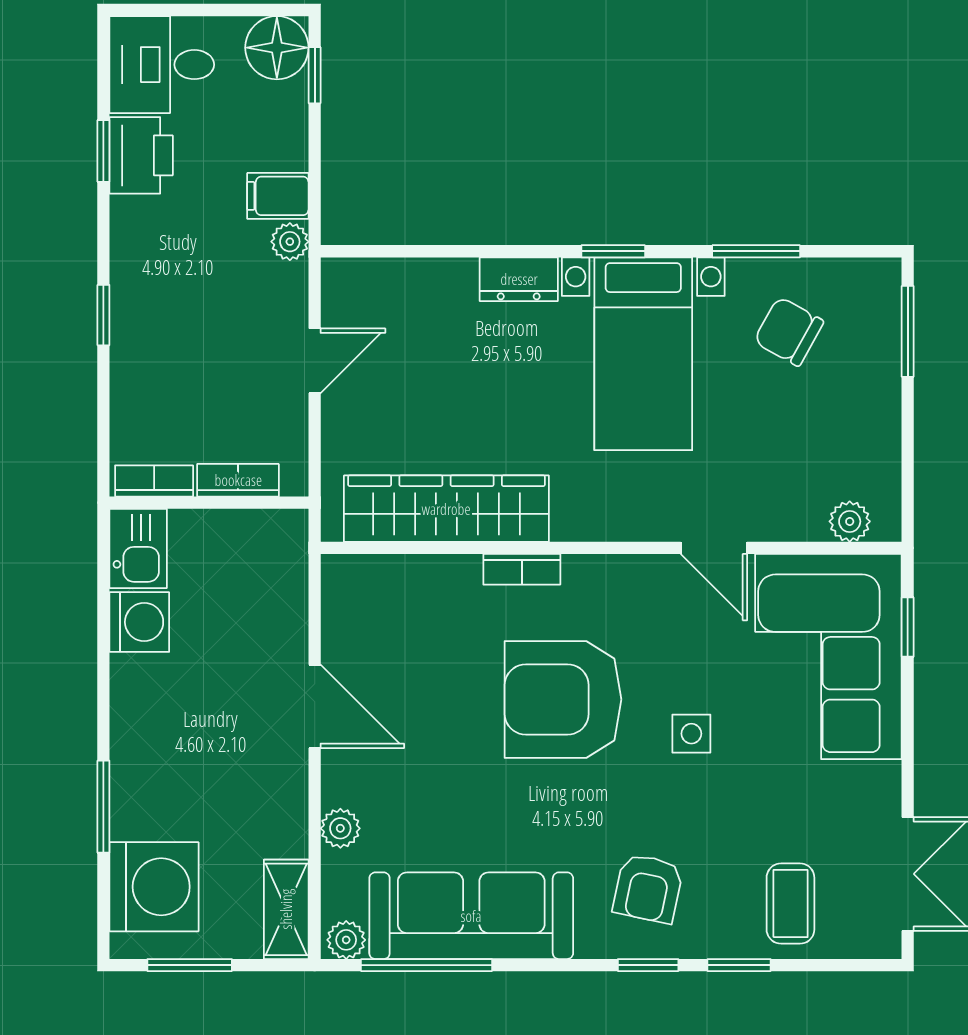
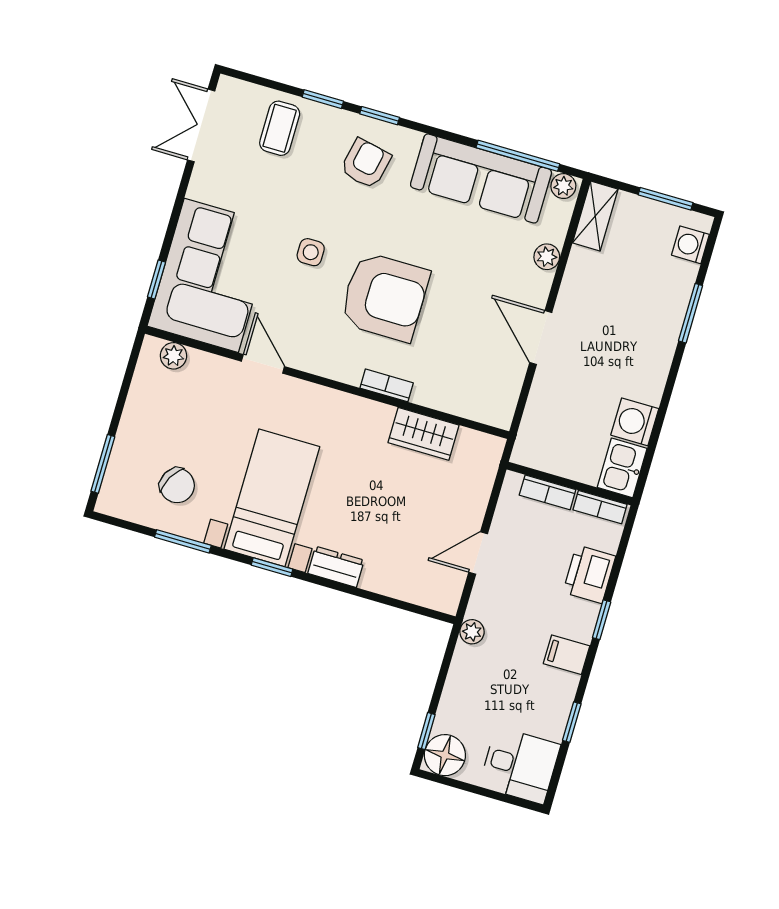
printer: (141, 155) -> (589, 574), moved
filing cabinet: (278, 196) -> (567, 655), moved, turned 180
wardrobe: (446, 509) -> (424, 434), width x0.48, depth x0.85
washing machine: (154, 887) -> (690, 245), width x0.53, depth x0.53

